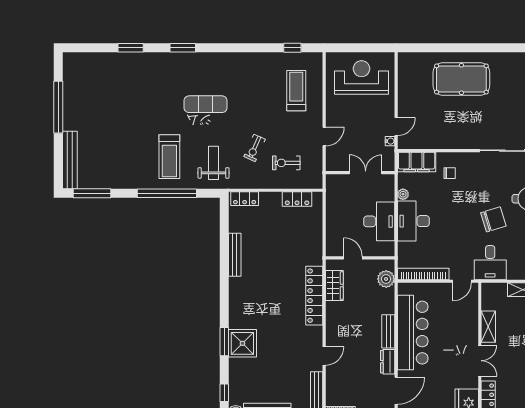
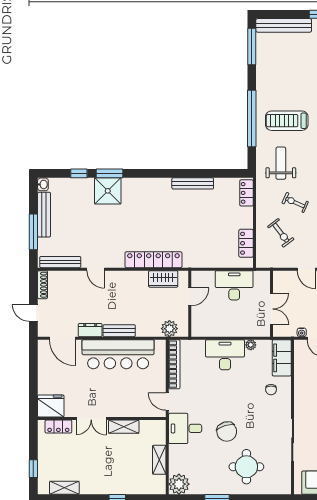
weight bench: (214, 163) -> (281, 163), turned -90
exercise bike: (286, 163) -> (281, 233), turned 143
desk: (379, 221) -> (234, 285), moved, turned 180
window: (224, 393) -> (79, 173), moved

